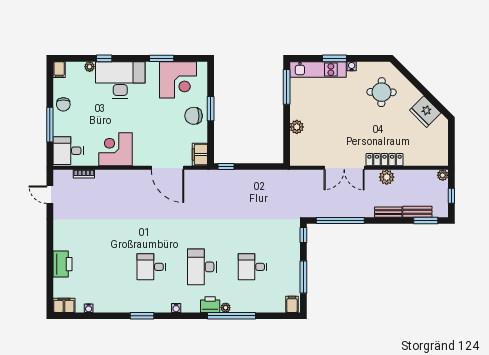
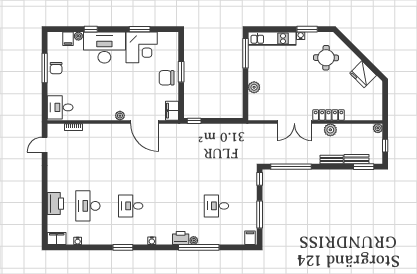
window: (334, 58) -> (307, 29), moved
filing cabinet: (59, 70) -> (68, 39), moved
corner desk: (178, 80) -> (142, 47), moved
window: (50, 125) -> (45, 68), moved
corner desk: (115, 149) -> (100, 106), removed
plant: (139, 160) -> (120, 116), added
door: (50, 195) -> (45, 145), hinge flipped
desk: (202, 267) -> (88, 206), moved

